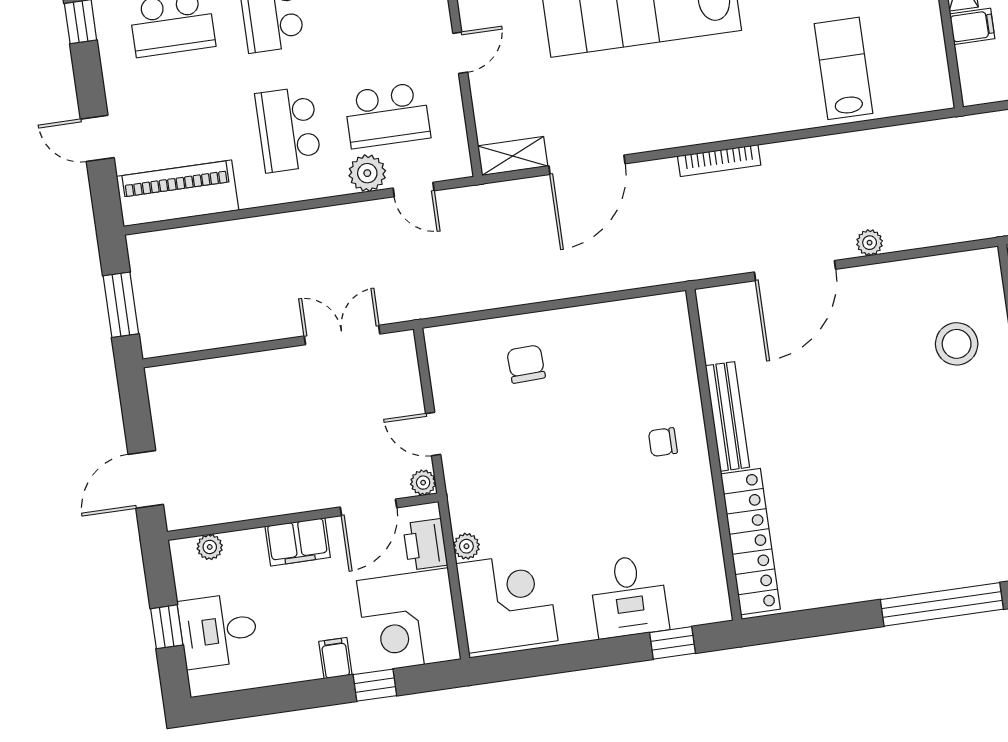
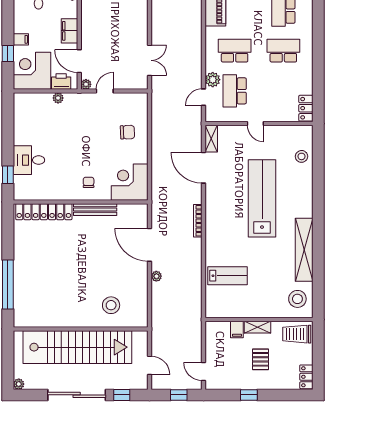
corner desk: (507, 602) -> (130, 182), moved, turned 180

